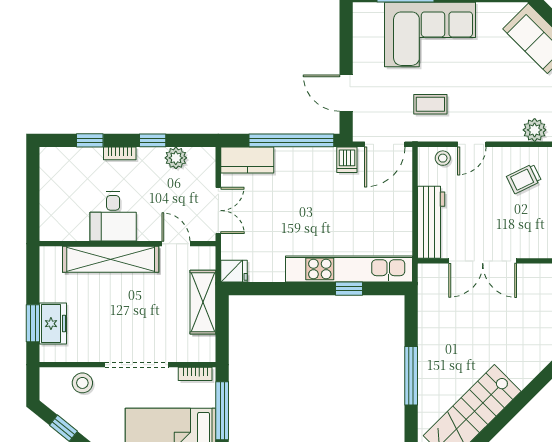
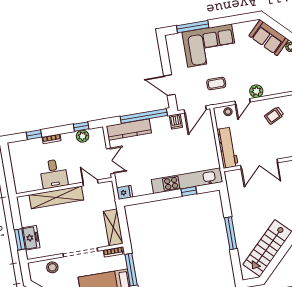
plant: (535, 130) -> (256, 91), moved
window: (153, 140) -> (81, 127), moved
kitchen counter: (247, 160) -> (129, 130), width x1.50
shelving: (203, 302) -> (113, 227), moved

